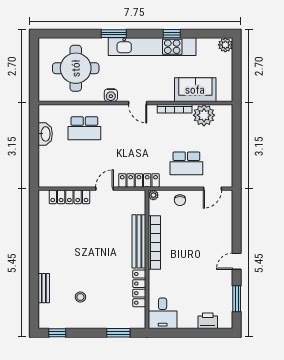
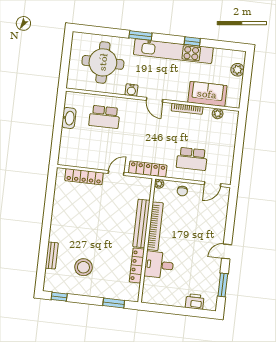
plant: (225, 45) -> (237, 70), moved
plant: (204, 115) -> (218, 114), width x0.53, depth x0.53
stool: (80, 297) -> (83, 267), width x1.89, depth x1.89
desk: (163, 313) -> (159, 265), moved, turned 90

